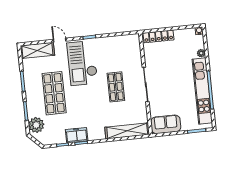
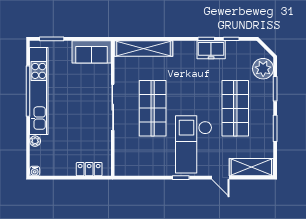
locker: (159, 36) -> (89, 169), width x0.66
checkout: (82, 63) -> (194, 144), turned 180
shop shelf: (116, 87) -> (153, 108), width x1.43, depth x1.36

